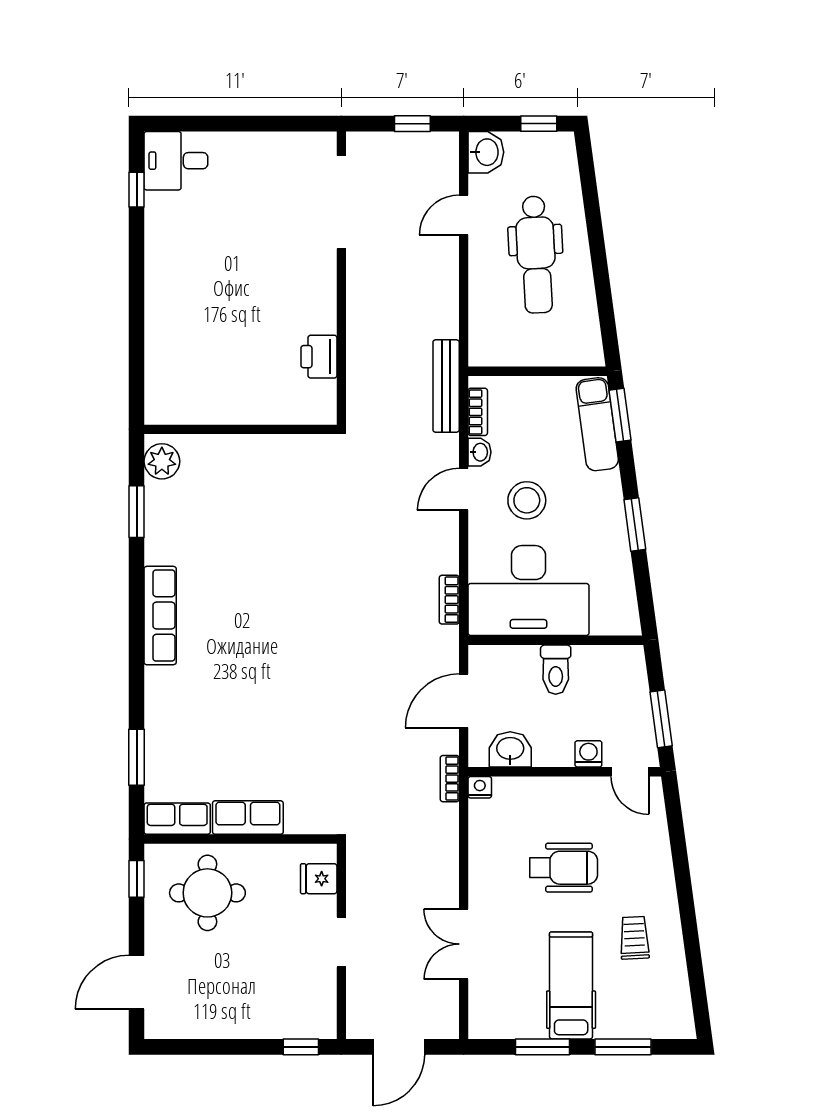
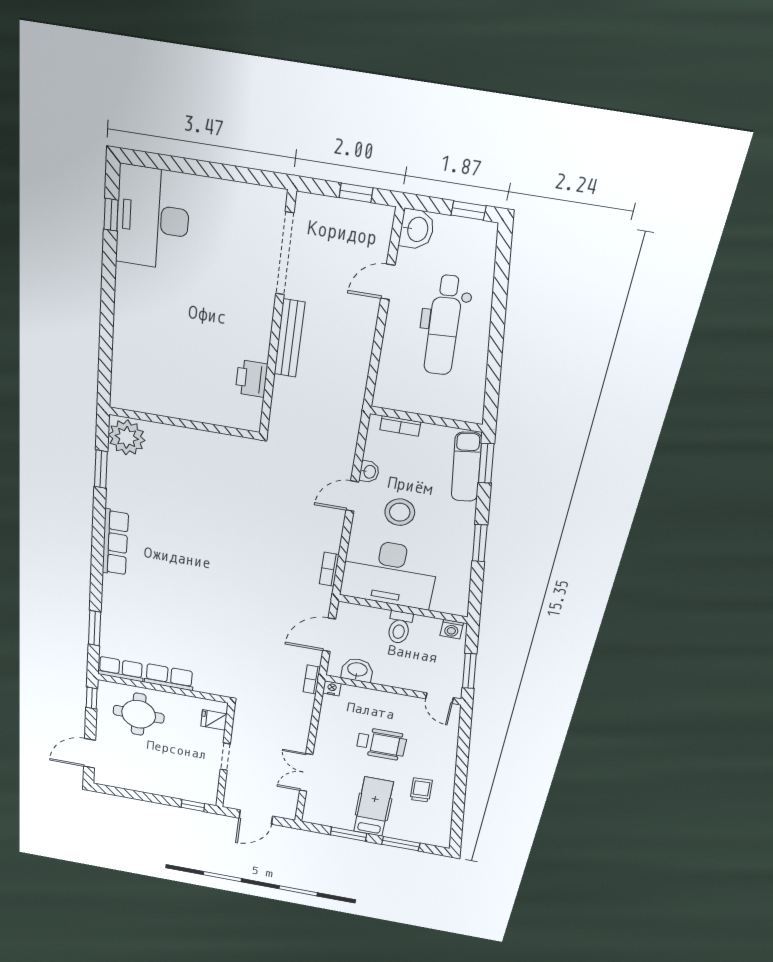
desk: (176, 161) -> (153, 218), width x1.87, depth x1.30
bench: (446, 386) -> (289, 338), moved
bookcase: (478, 412) -> (400, 426), moved, turned 90
plant: (162, 461) -> (127, 437), width x1.36, depth x1.36
washing machine: (588, 754) -> (452, 629), moved, turned 180

